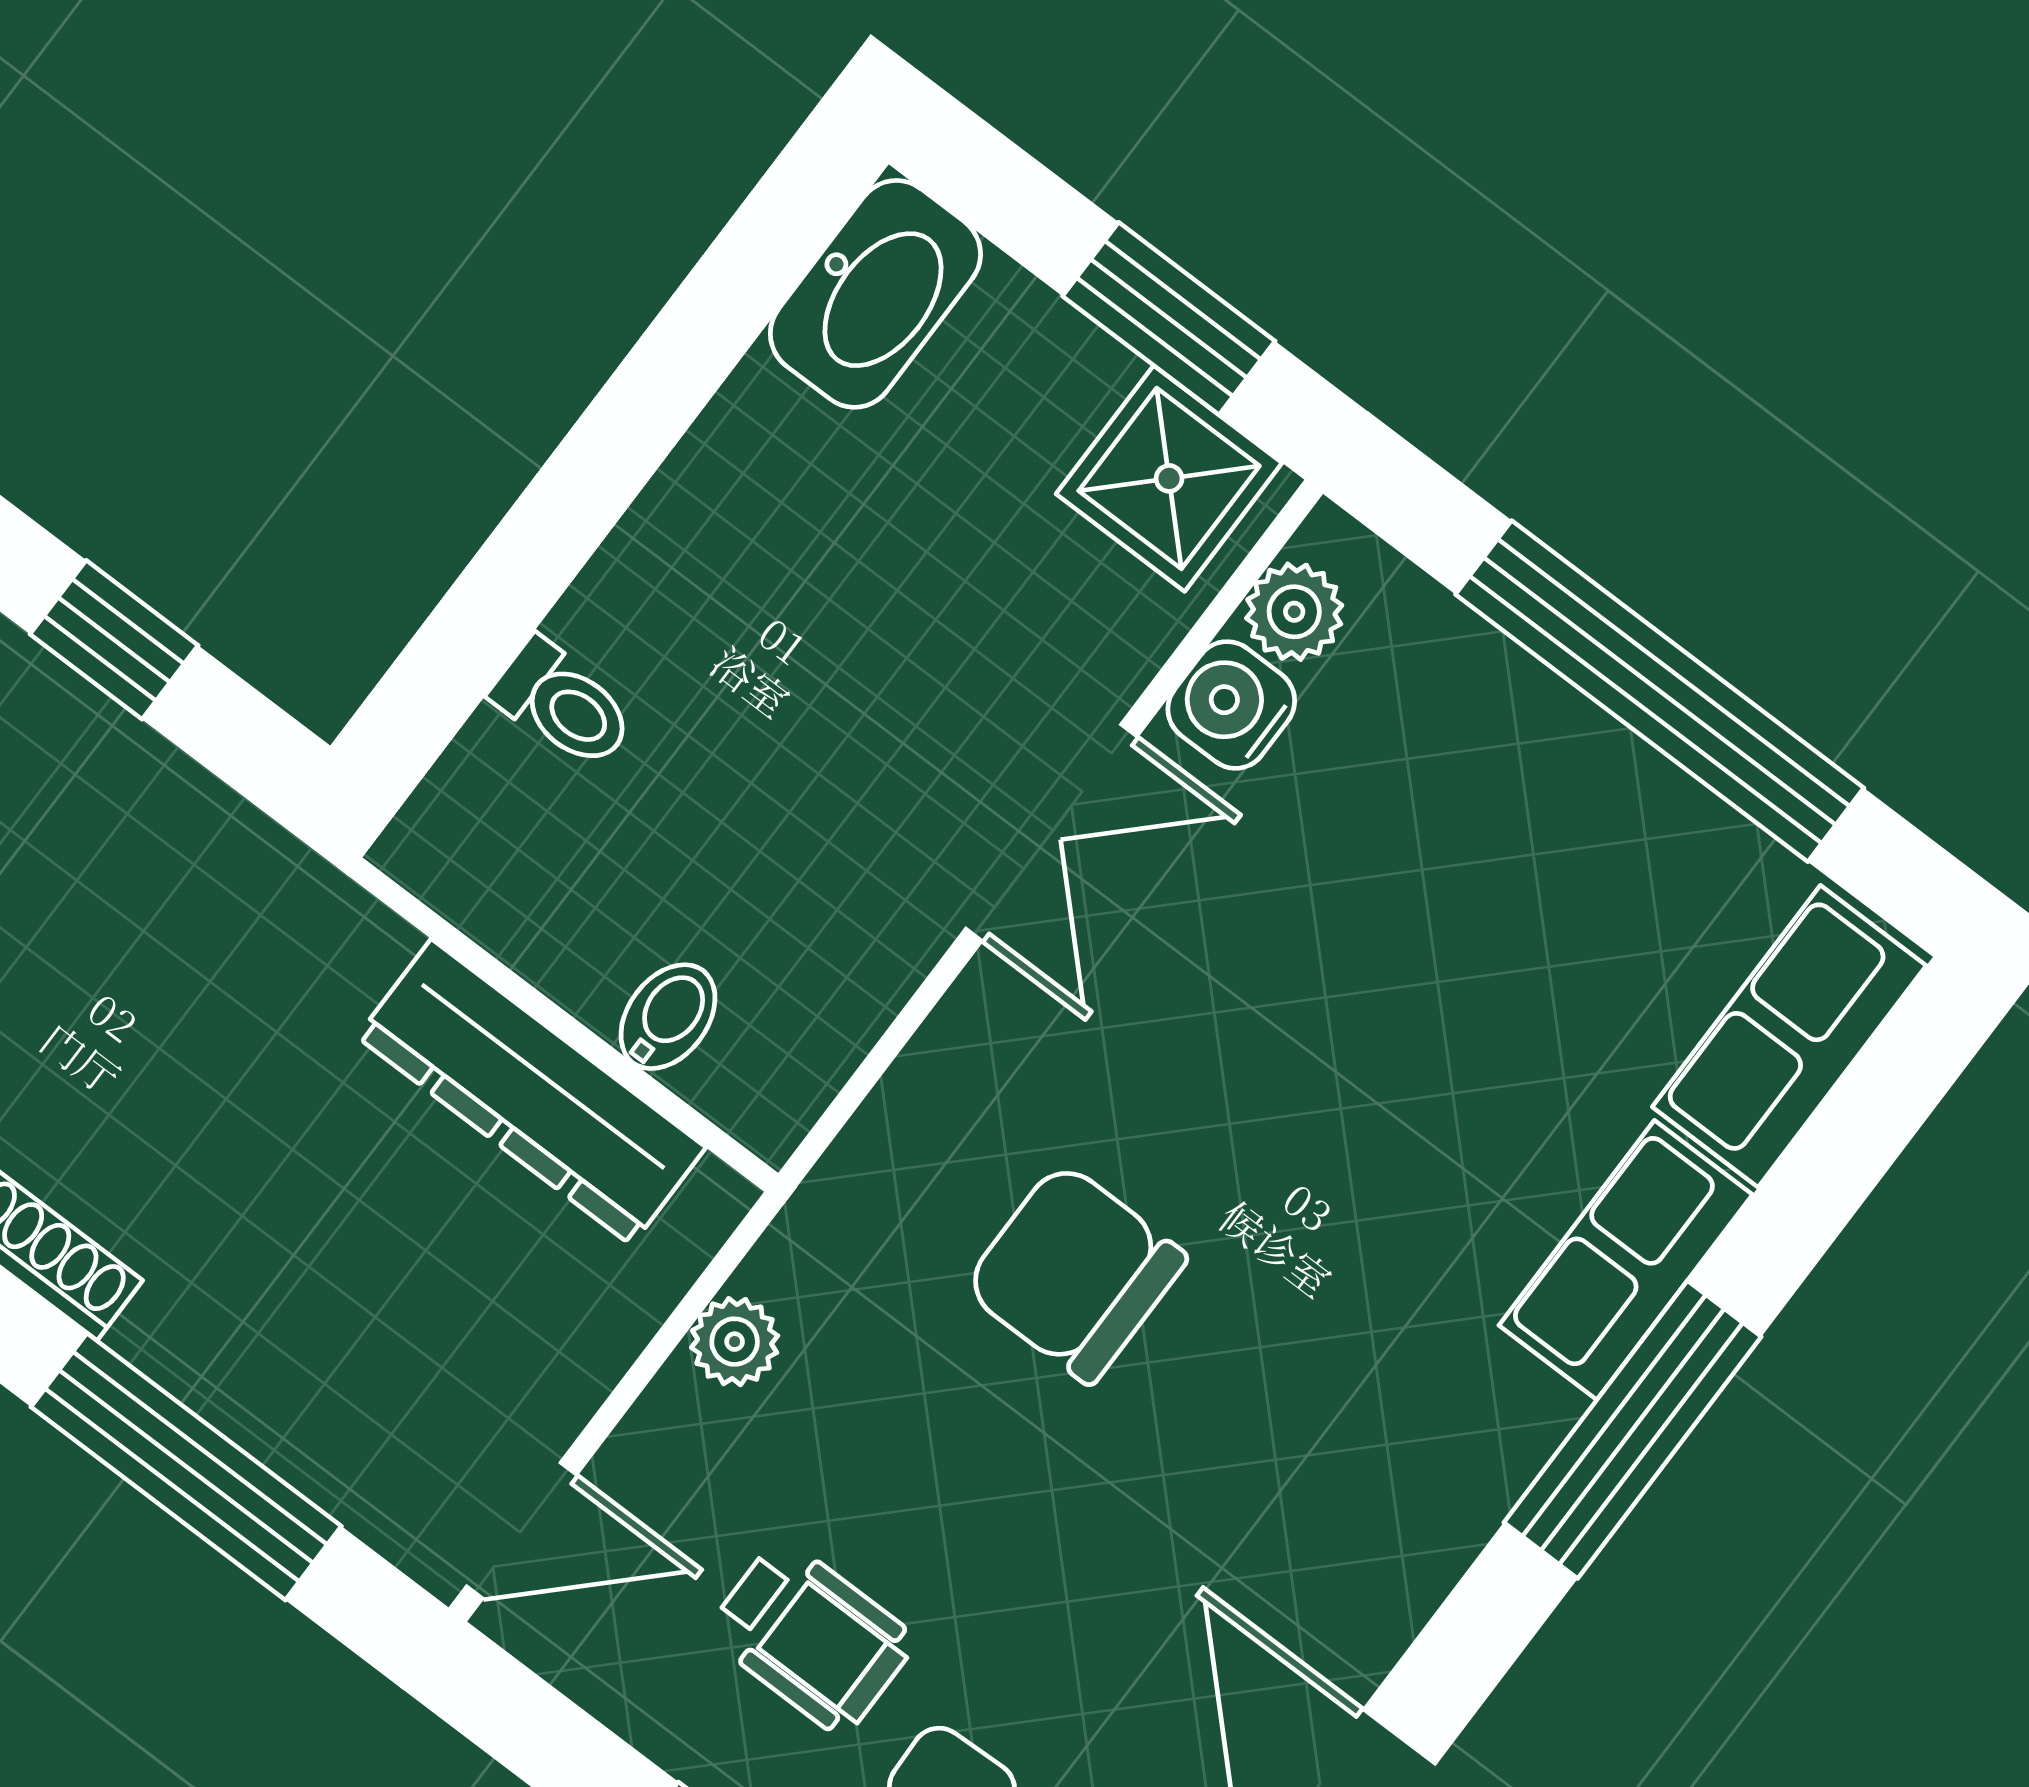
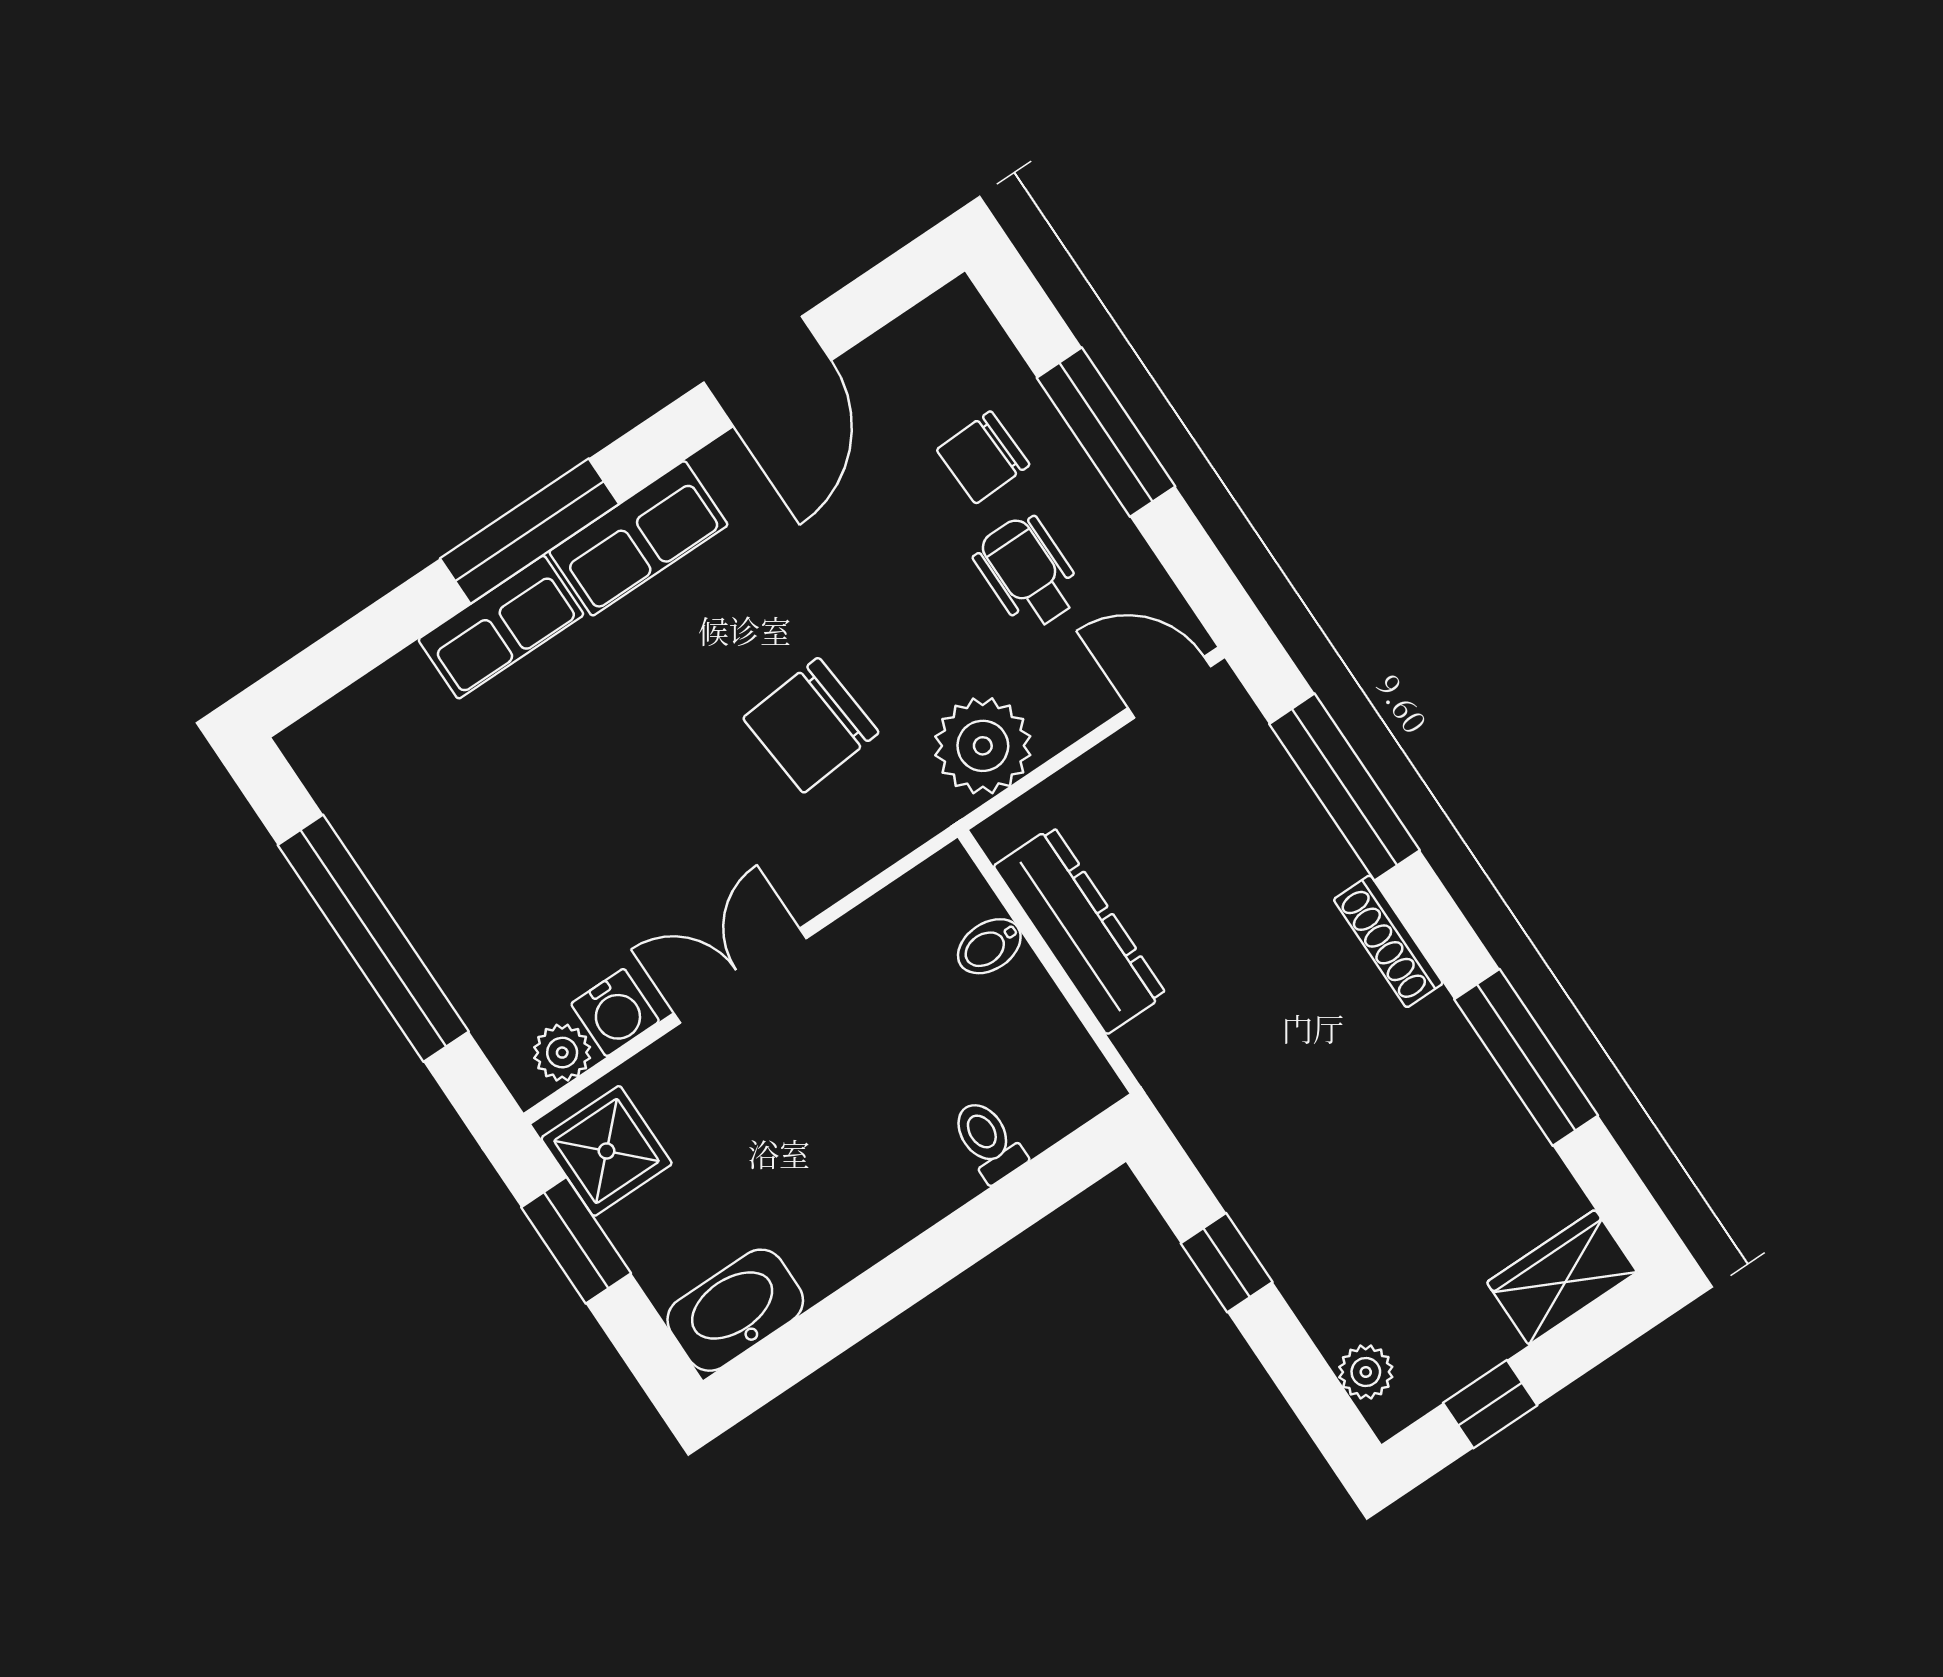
row of seats: (1789, 1036) -> (638, 538), moved
chair: (1075, 1273) -> (811, 725), turned 85
plant: (735, 1342) -> (983, 746), width x1.87, depth x1.87

